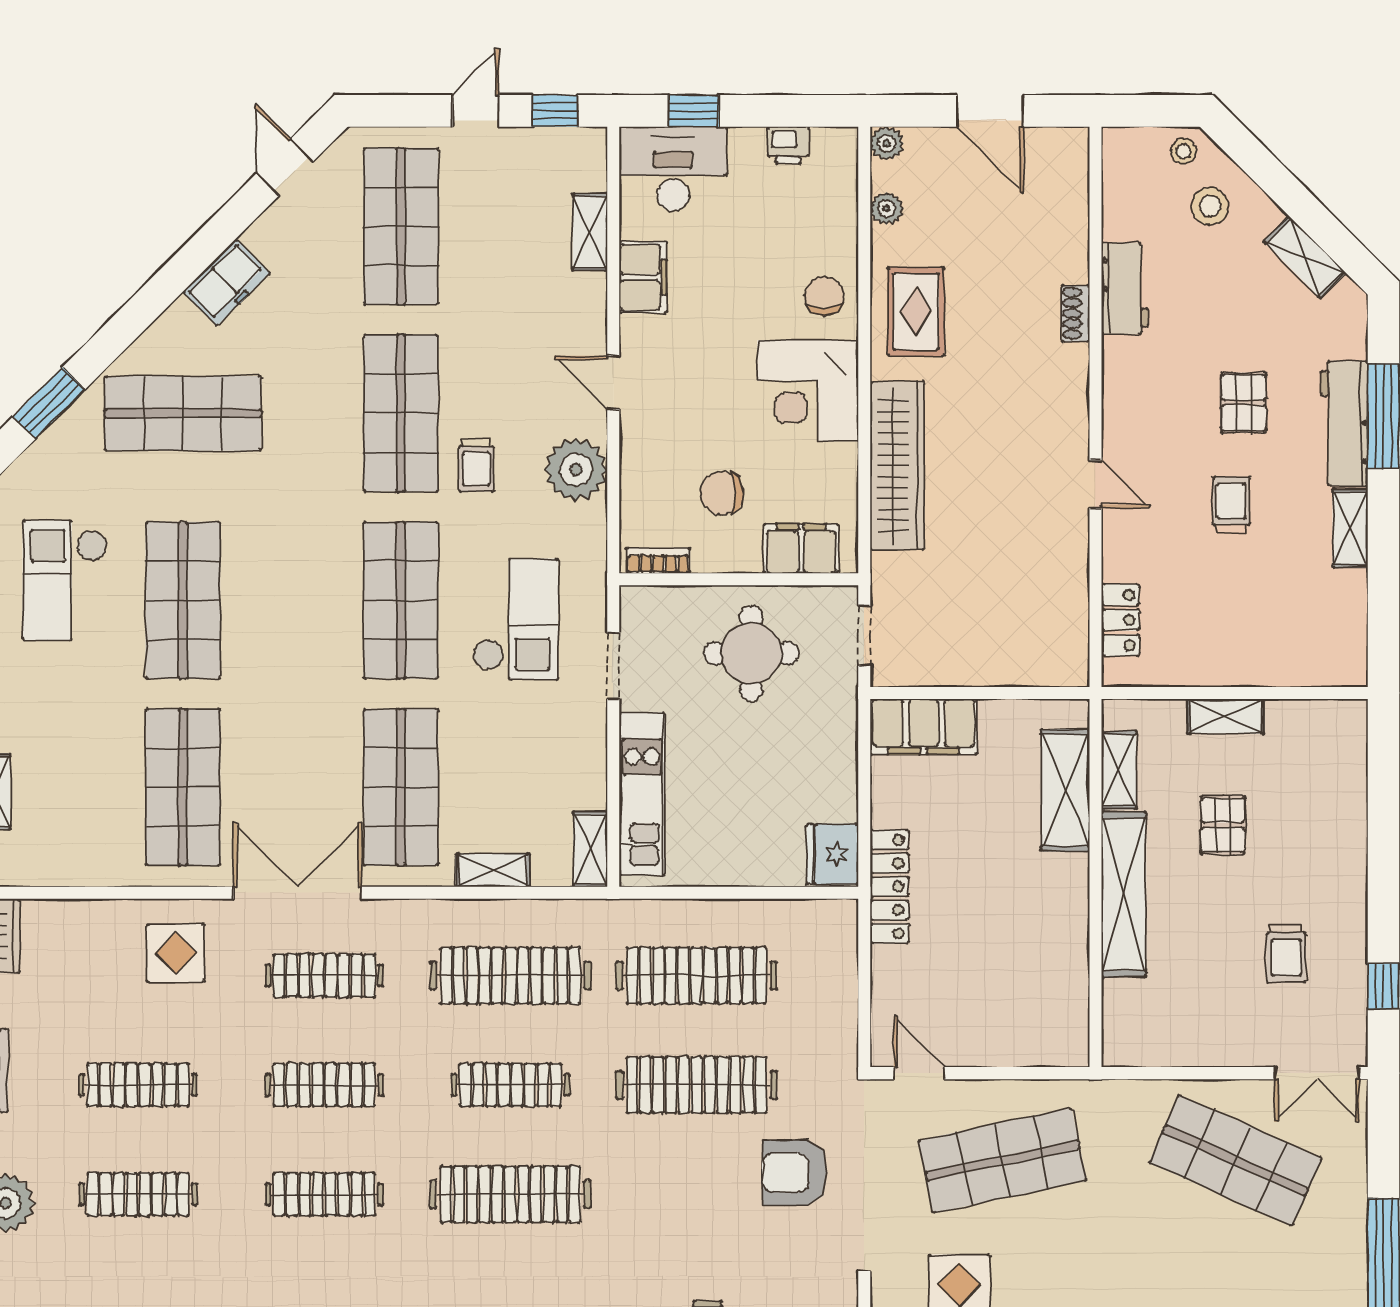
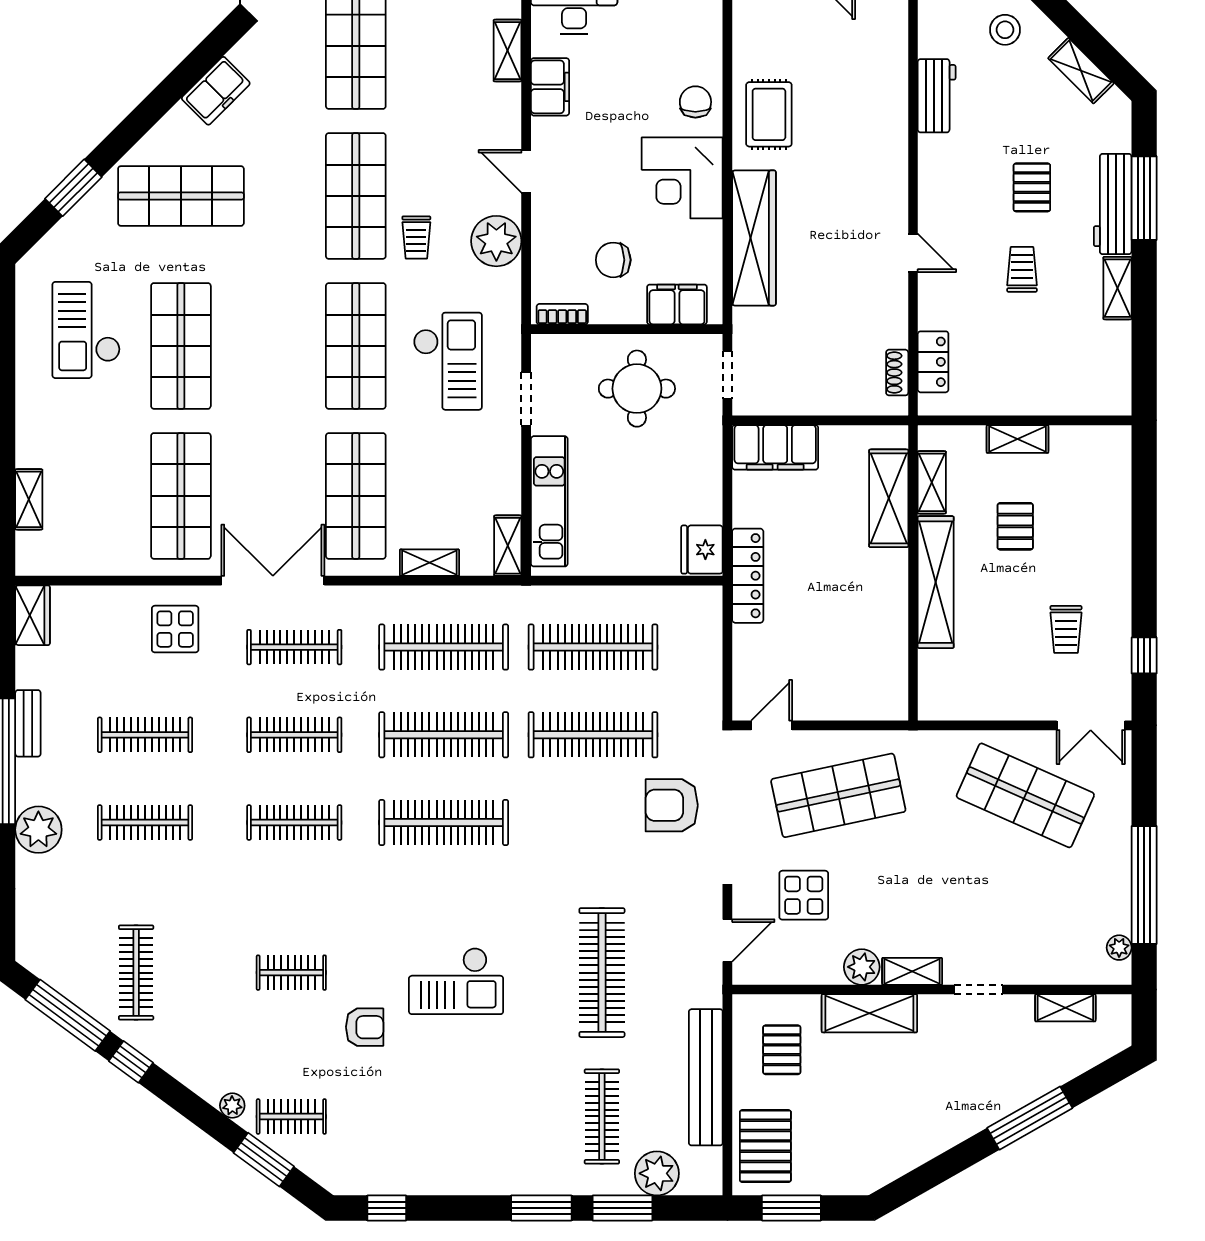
plant: (886, 209) -> (745, 32), removed
shoe rack: (1076, 313) -> (897, 373), moved
door: (919, 1073) -> (772, 725), hinge flipped
clothes rail: (510, 1085) -> (444, 735), width x1.37, depth x1.31

